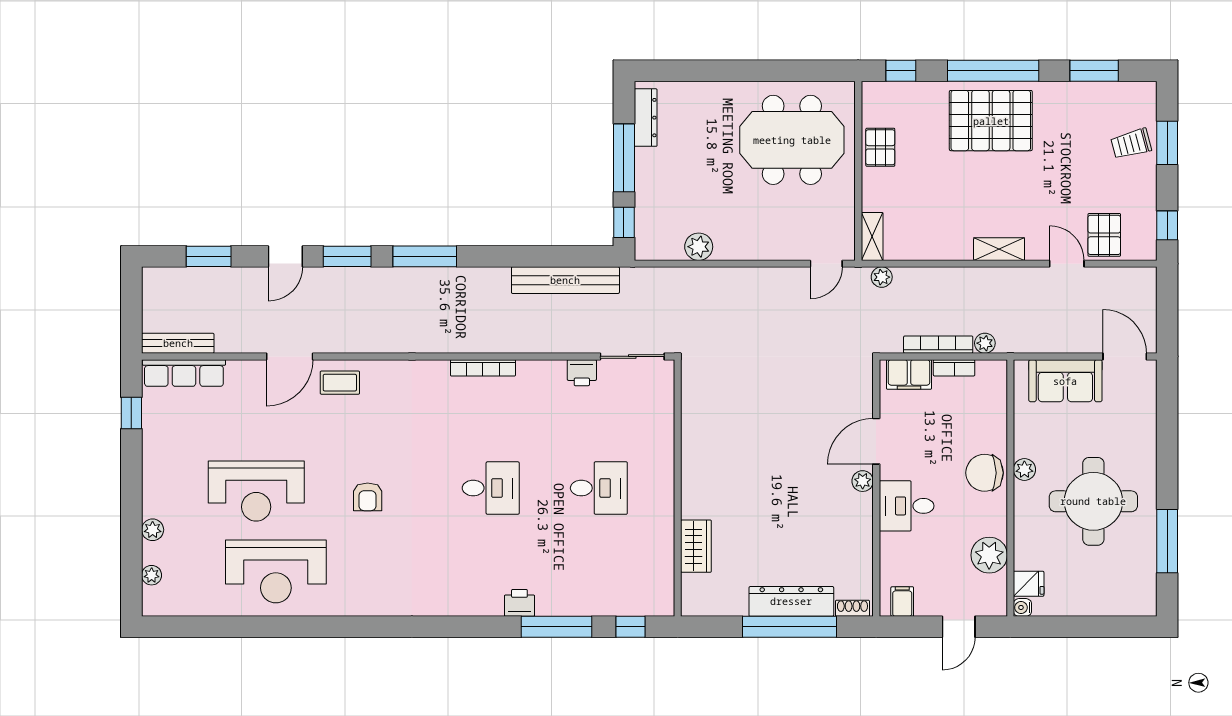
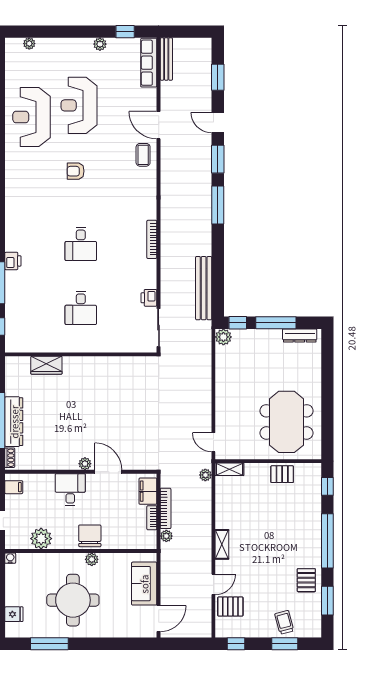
pallet: (991, 121) -> (306, 580), moved, width x0.49, depth x0.50
plant: (699, 247) -> (223, 337), moved
plant: (153, 530) -> (100, 44), moved
fridge: (1029, 584) -> (14, 614), moved, turned -90

